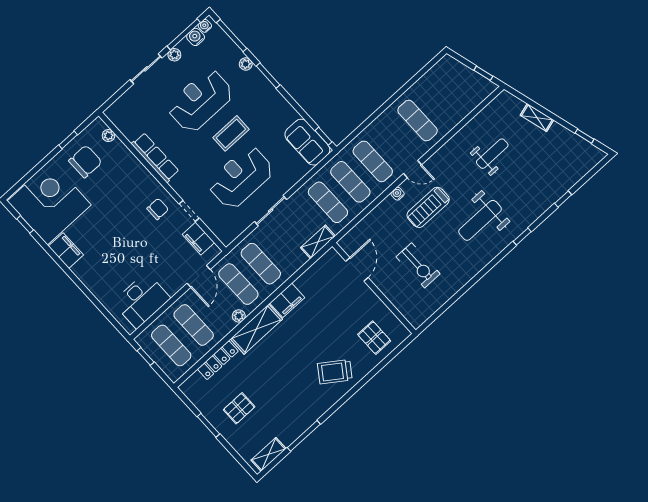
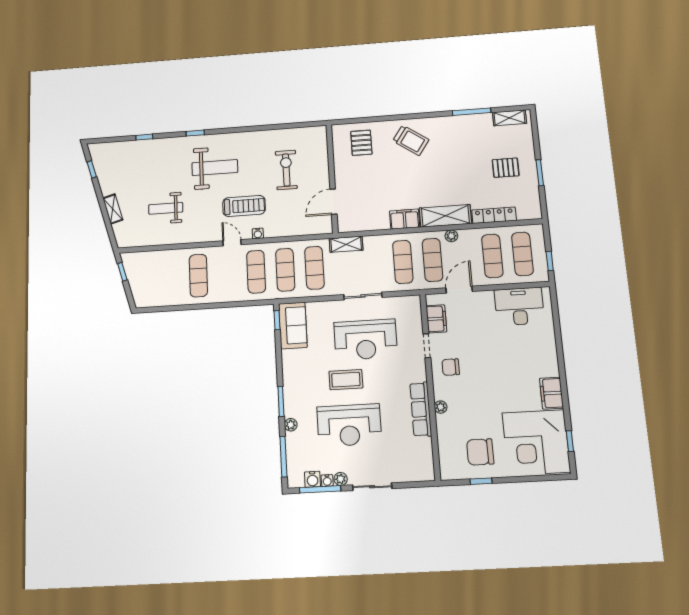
water cooler: (205, 26) -> (327, 481), moved
plant: (109, 136) -> (441, 407), moved

